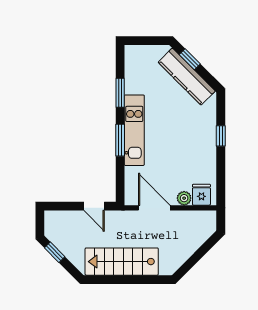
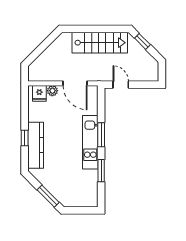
window: (190, 59) -> (48, 196), width x1.50
kitchen counter: (187, 77) -> (36, 145), moved, turned 45
window: (55, 252) -> (142, 41), moved

